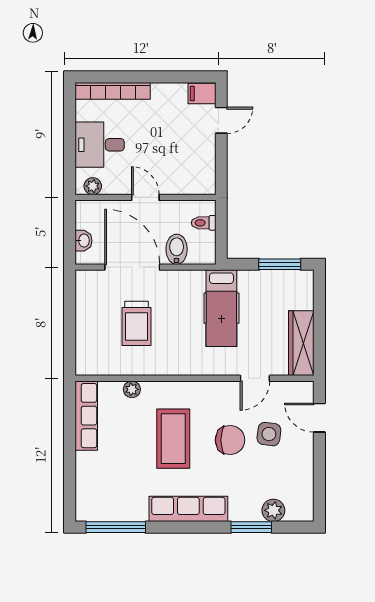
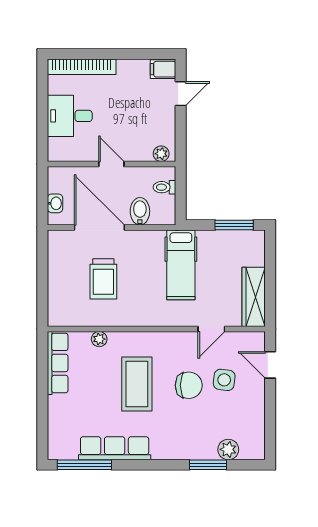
plant: (93, 186) -> (161, 154), moved
row of seats: (188, 509) -> (115, 448), moved

